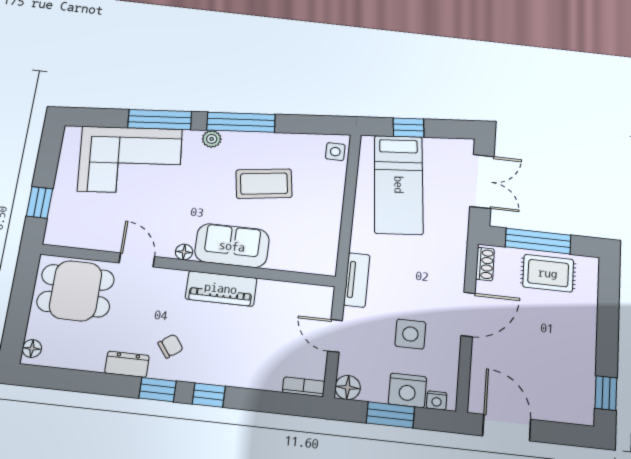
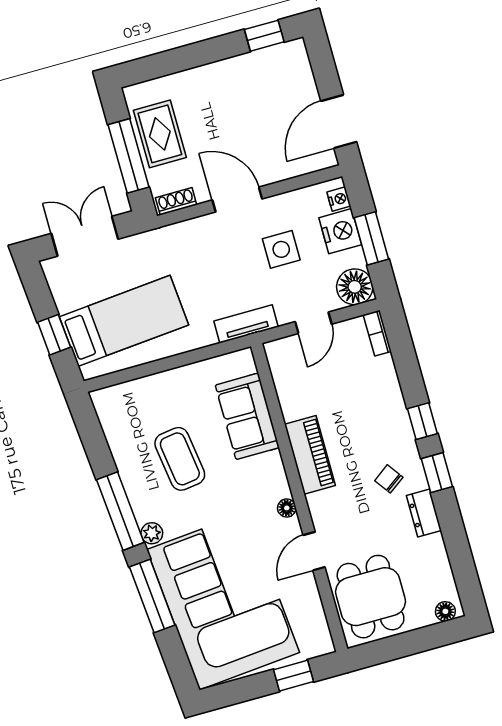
side table: (335, 152) -> (113, 400), removed
corner sofa: (130, 160) -> (223, 601), width x1.36, depth x1.36
sofa: (232, 246) -> (247, 416), moved
floor lamp: (348, 387) -> (355, 287), width x1.38, depth x1.38

